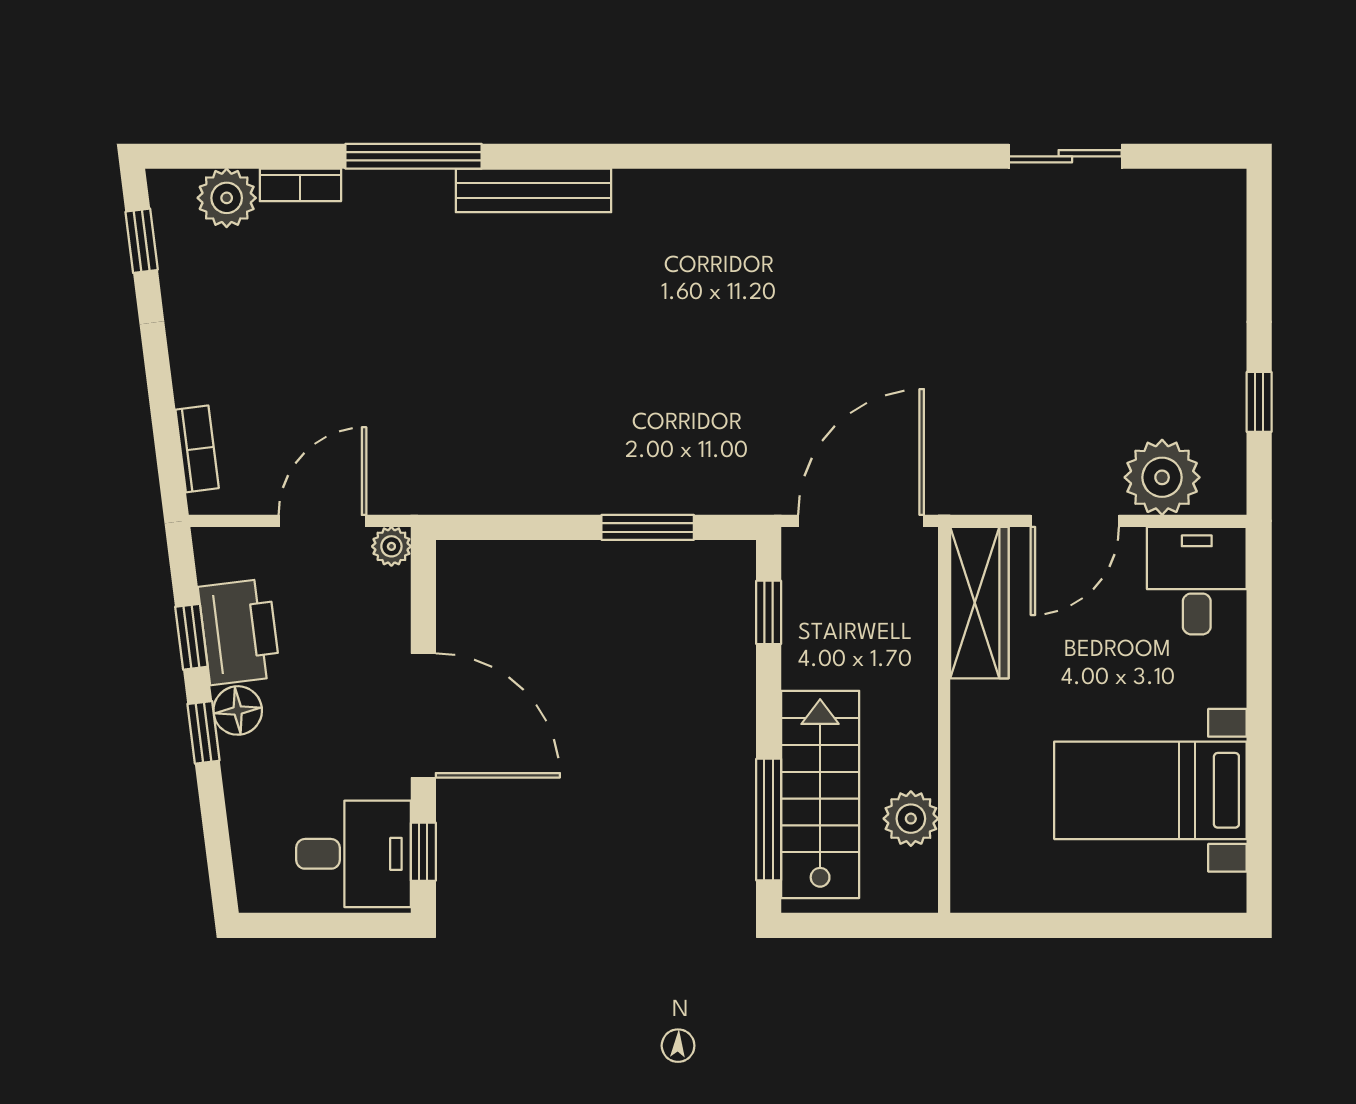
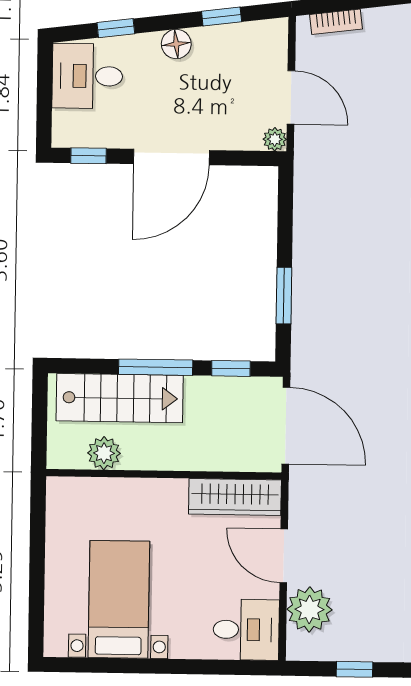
printer: (239, 632) -> (224, 46), removed
window: (203, 732) -> (116, 28), moved
window: (769, 820) -> (156, 367), moved
desk: (354, 854) -> (87, 76), moved, turned 90

